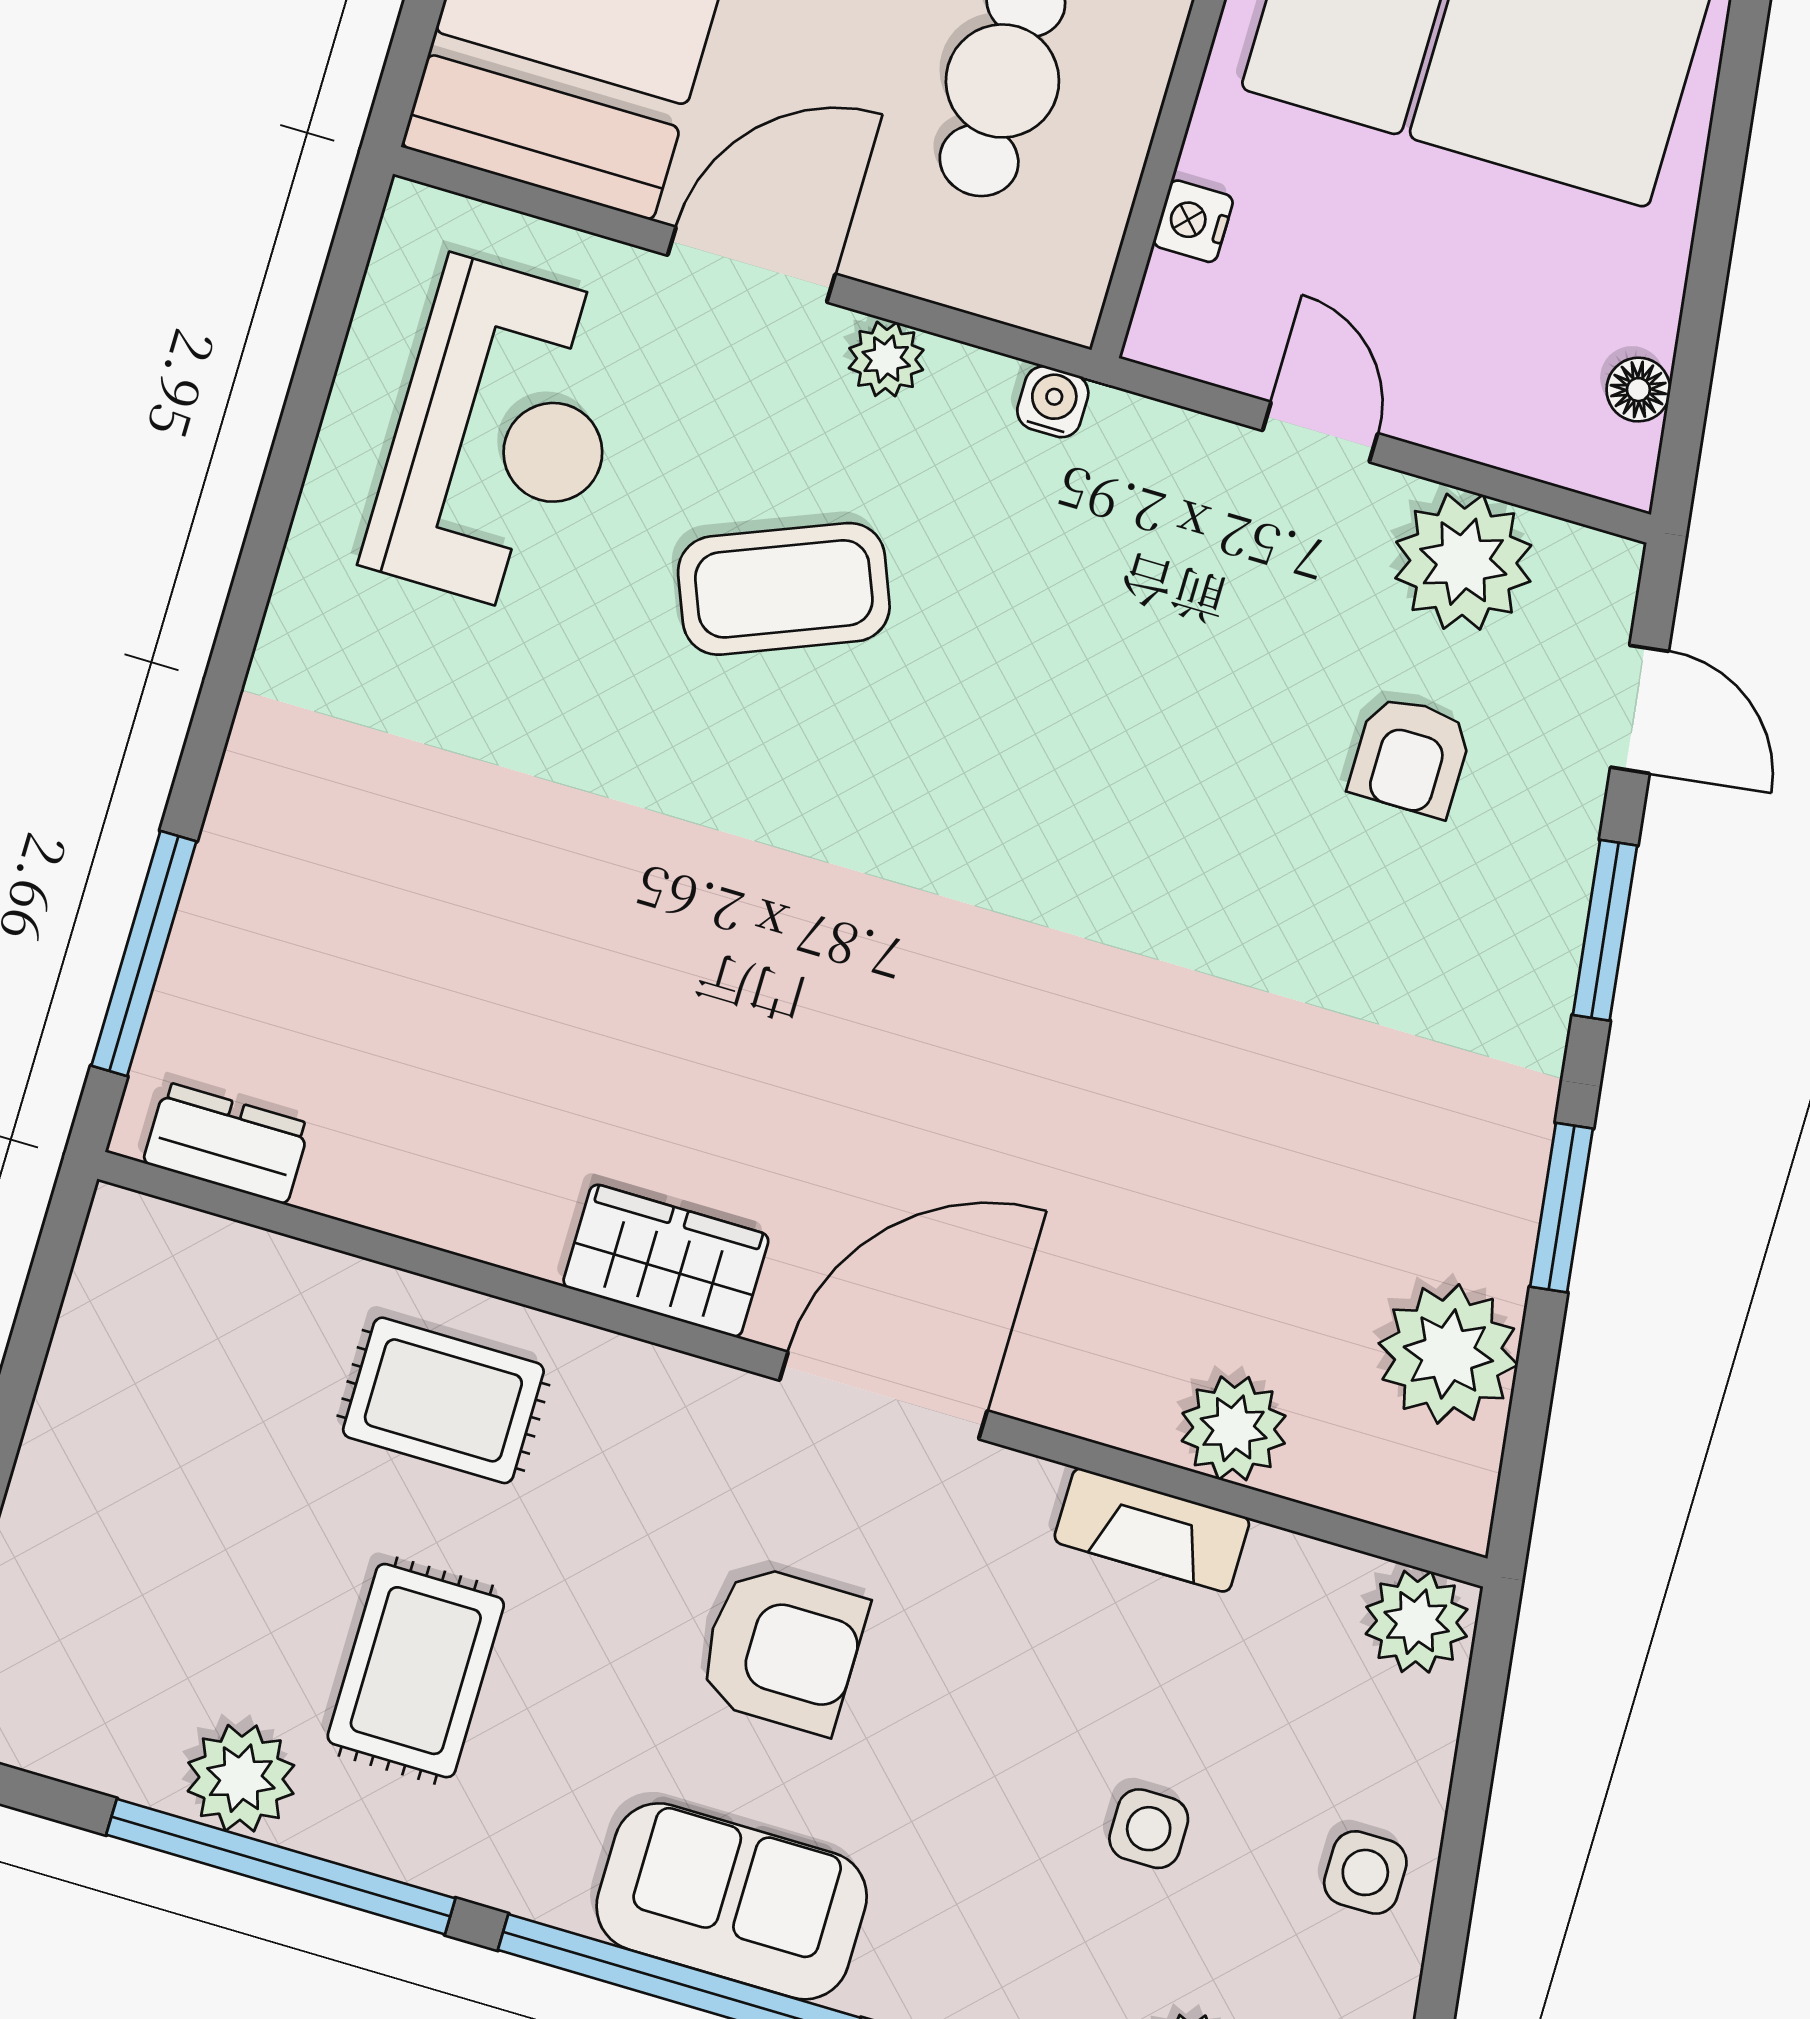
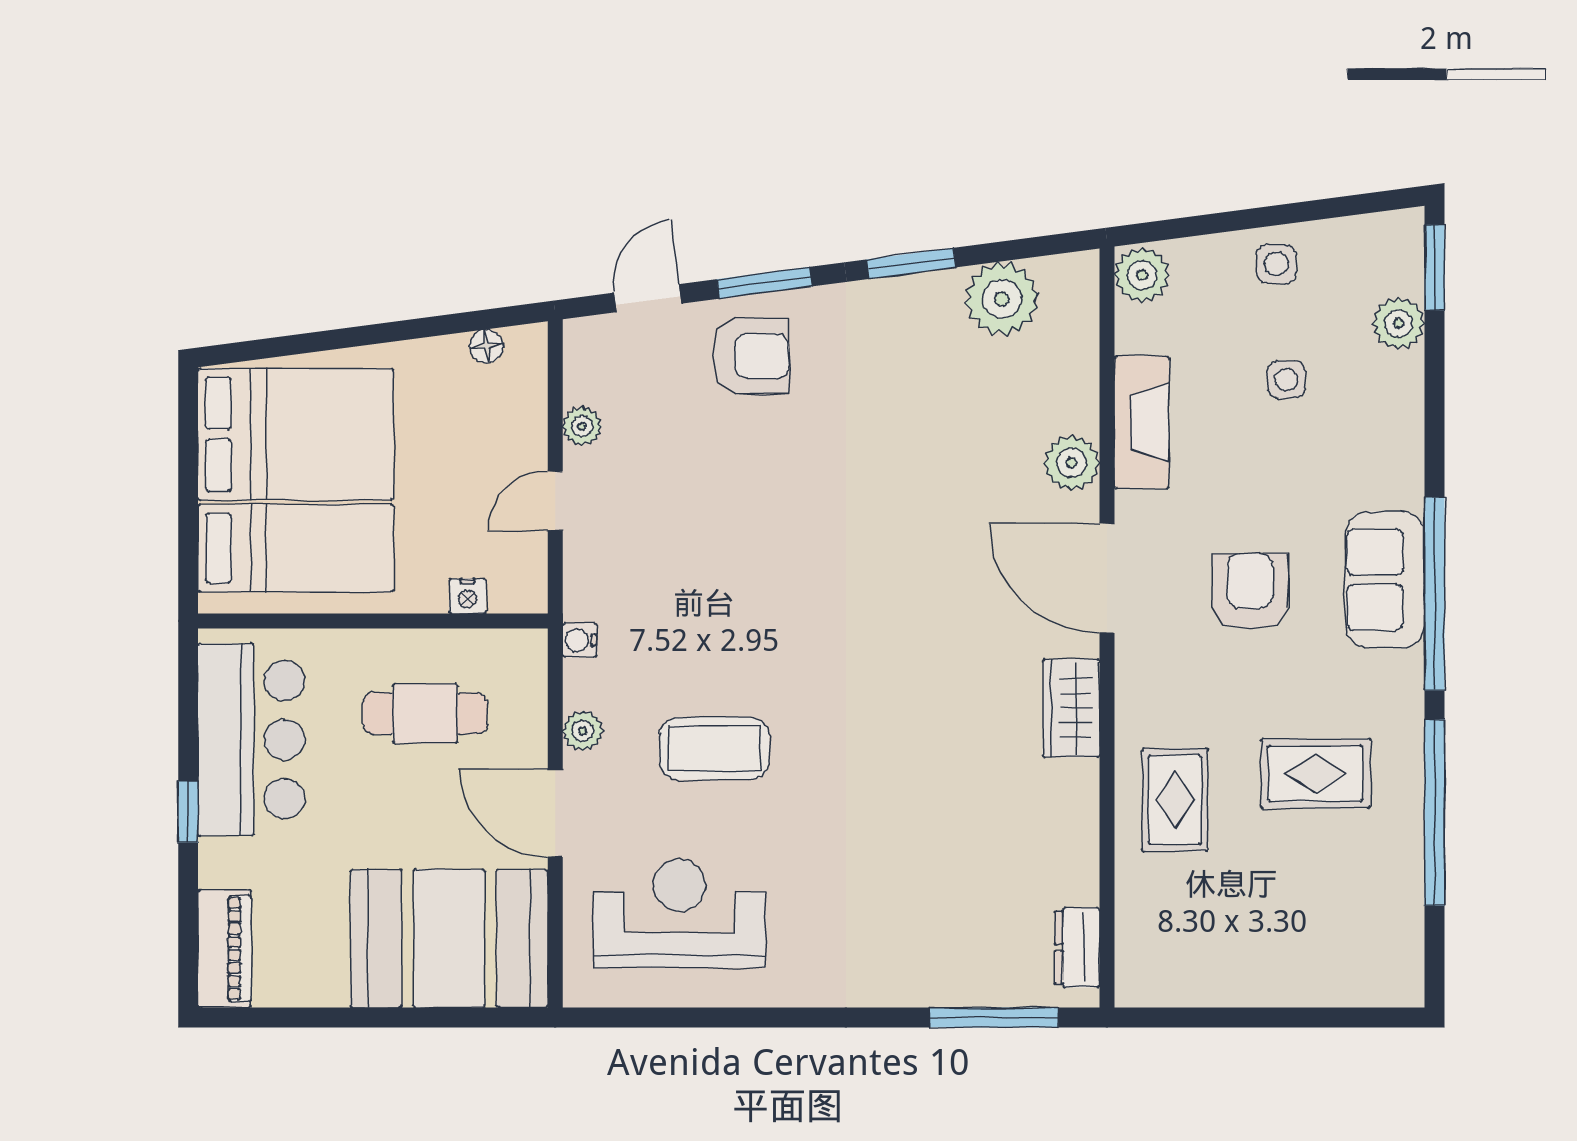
plant: (1463, 562) -> (582, 426), width x0.53, depth x0.53
coffee table: (784, 589) -> (714, 748), turned -68
armchair: (1410, 756) -> (751, 356), moved, width x1.38, depth x1.38
plant: (1234, 1428) -> (1071, 463), moved
fireplace: (1152, 1530) -> (1142, 422), width x1.37, depth x1.32
plant: (241, 1778) -> (1396, 846), removed

